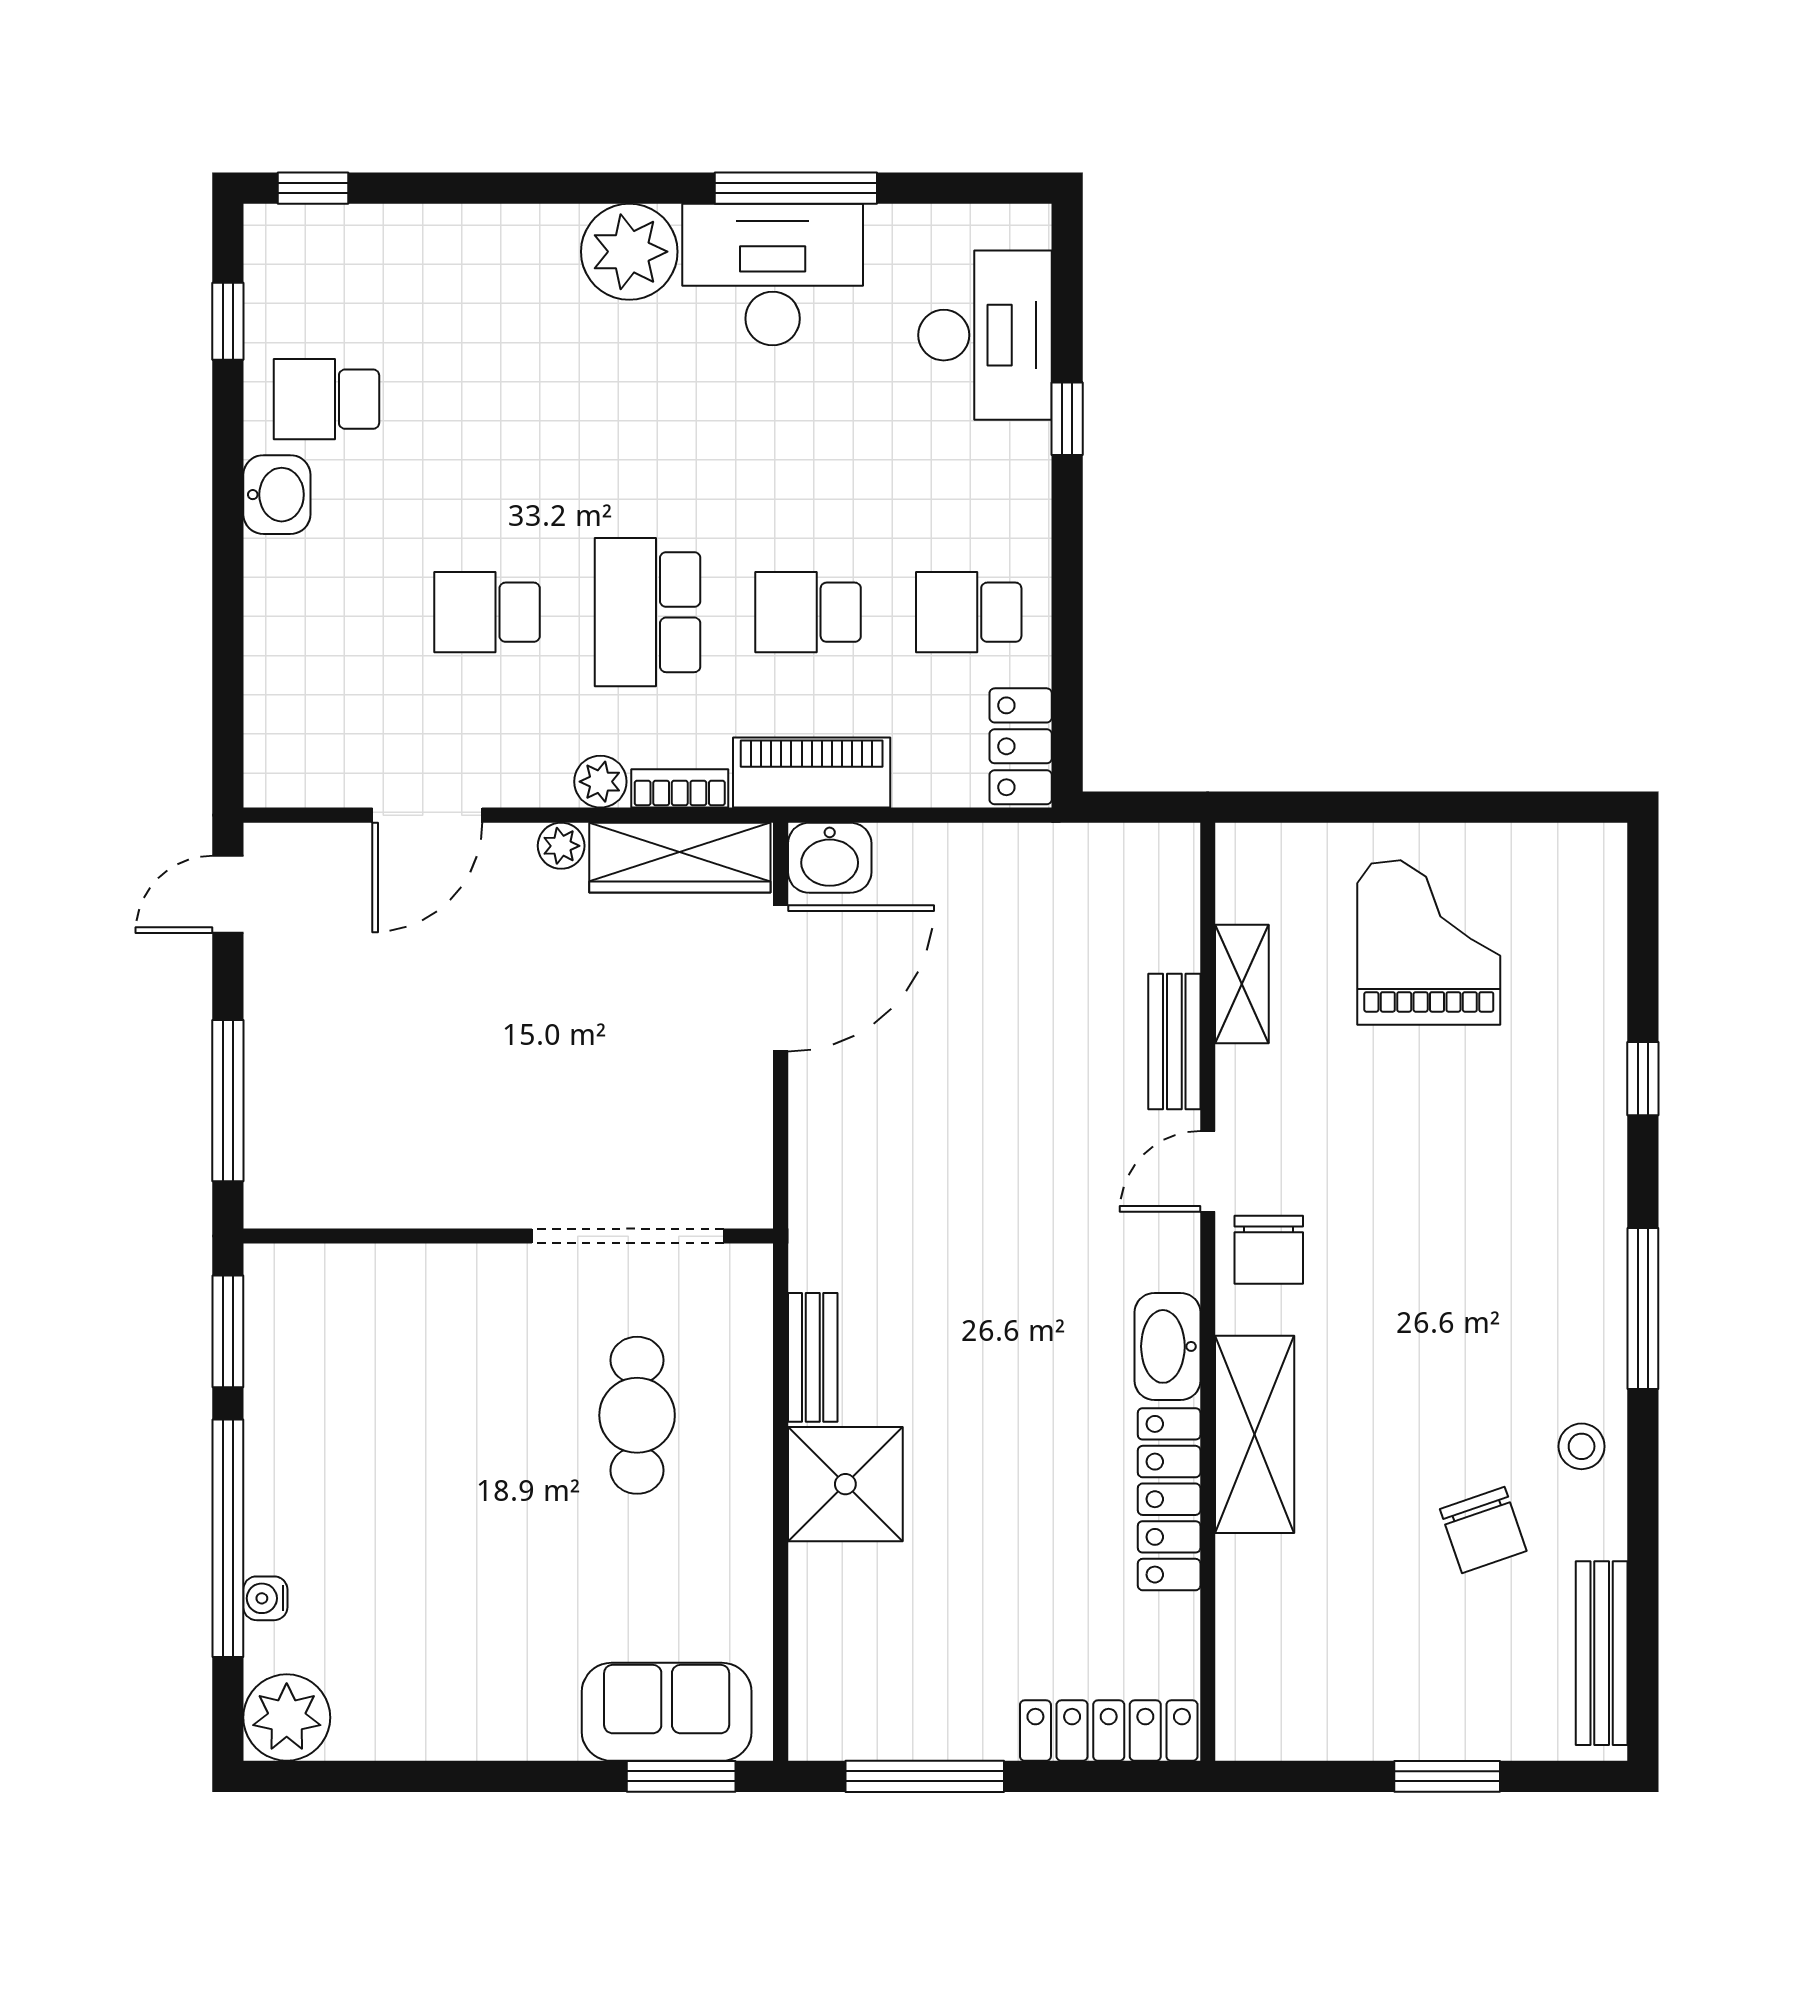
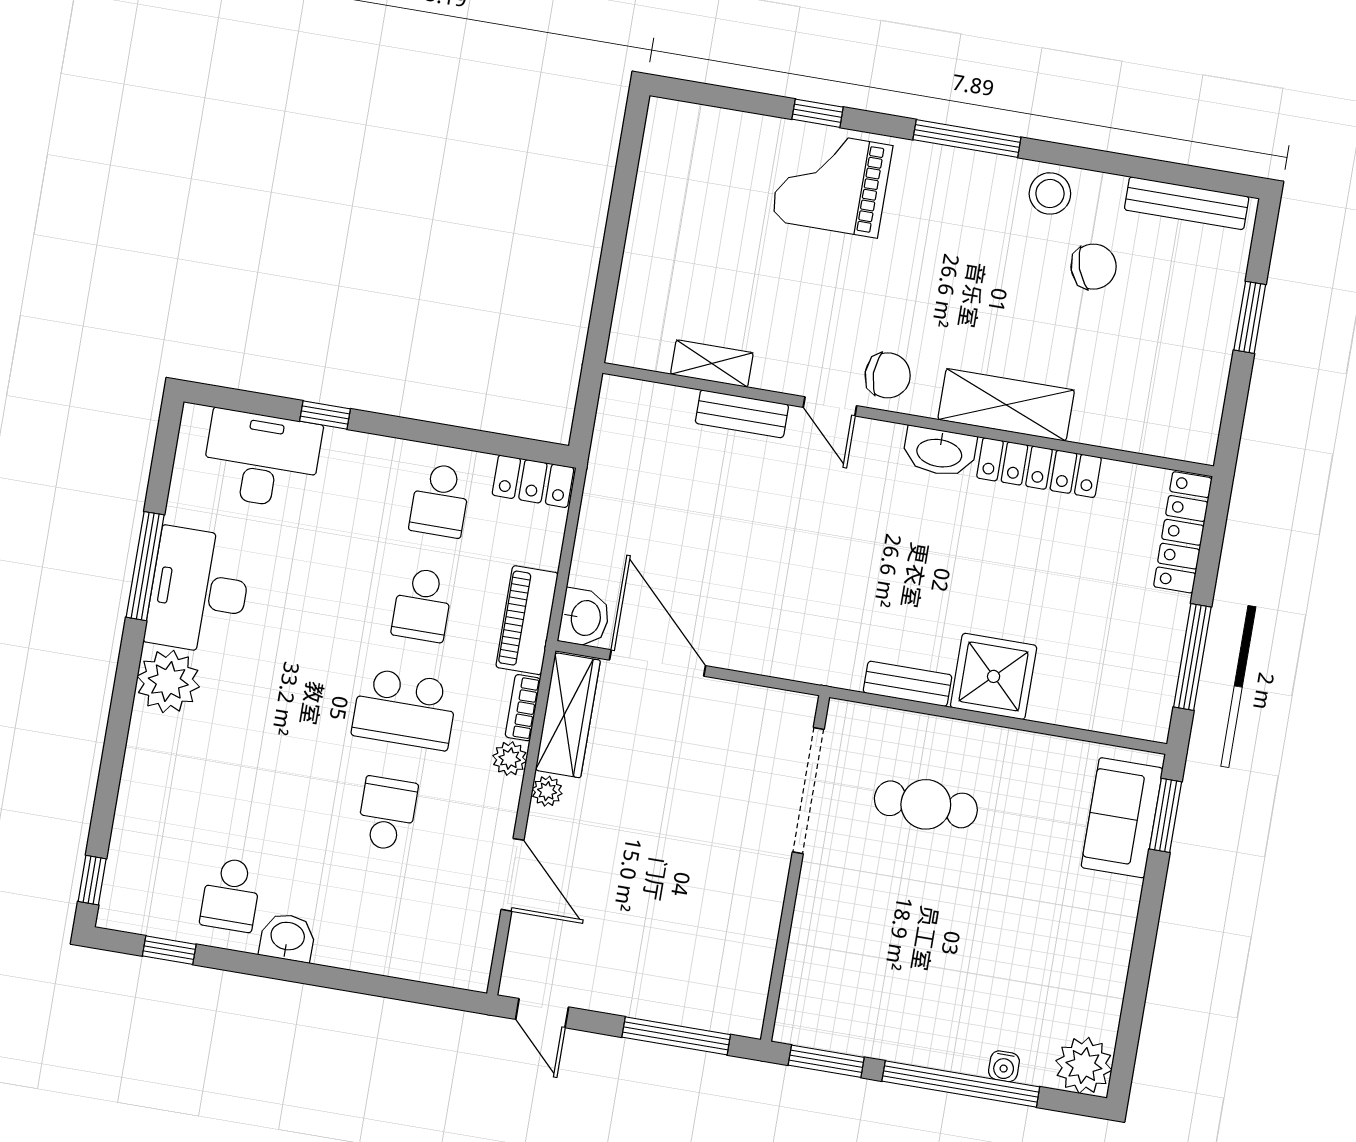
school desk: (487, 612) -> (387, 814), turned 180
grand piano: (1429, 943) -> (832, 183), moved
stool: (1582, 1446) -> (1050, 193), width x1.37, depth x1.37

